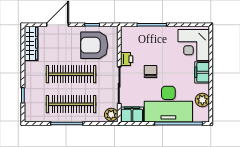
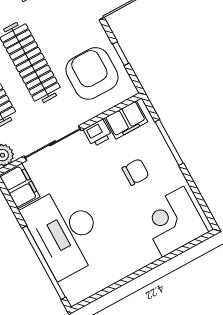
chair: (150, 72) -> (136, 172), moved
filing cabinet: (202, 72) -> (126, 120), moved, turned 180
plant: (202, 100) -> (98, 279), removed

